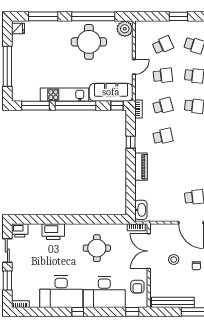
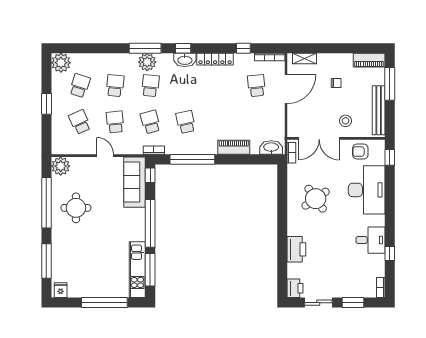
round table: (89, 42) -> (76, 208), width x0.73, depth x0.73
kitchen unit: (64, 95) -> (137, 270), moved
window: (131, 142) -> (192, 159), width x3.17
piano: (141, 167) -> (234, 147), moved
round table: (97, 248) -> (316, 199), turned -35
stool: (174, 260) -> (346, 121), moved
armchair: (137, 287) -> (360, 152), turned 180
desk: (61, 292) -> (370, 240), width x0.53, depth x0.77
window: (78, 312) -> (390, 254), moved

